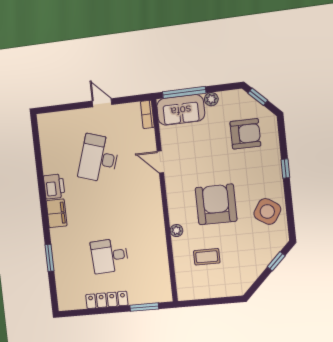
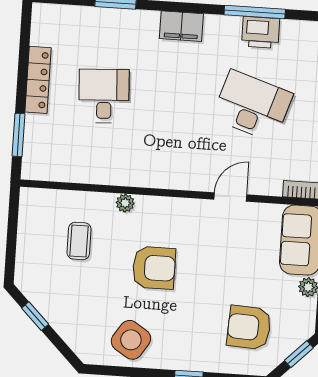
armchair: (245, 134) -> (249, 327), turned 93
window: (39, 168) -> (255, 12), added
printer: (54, 186) -> (261, 32), moved
armchair: (216, 204) -> (154, 268), width x0.73, depth x0.73
window: (276, 261) -> (35, 316), moved

